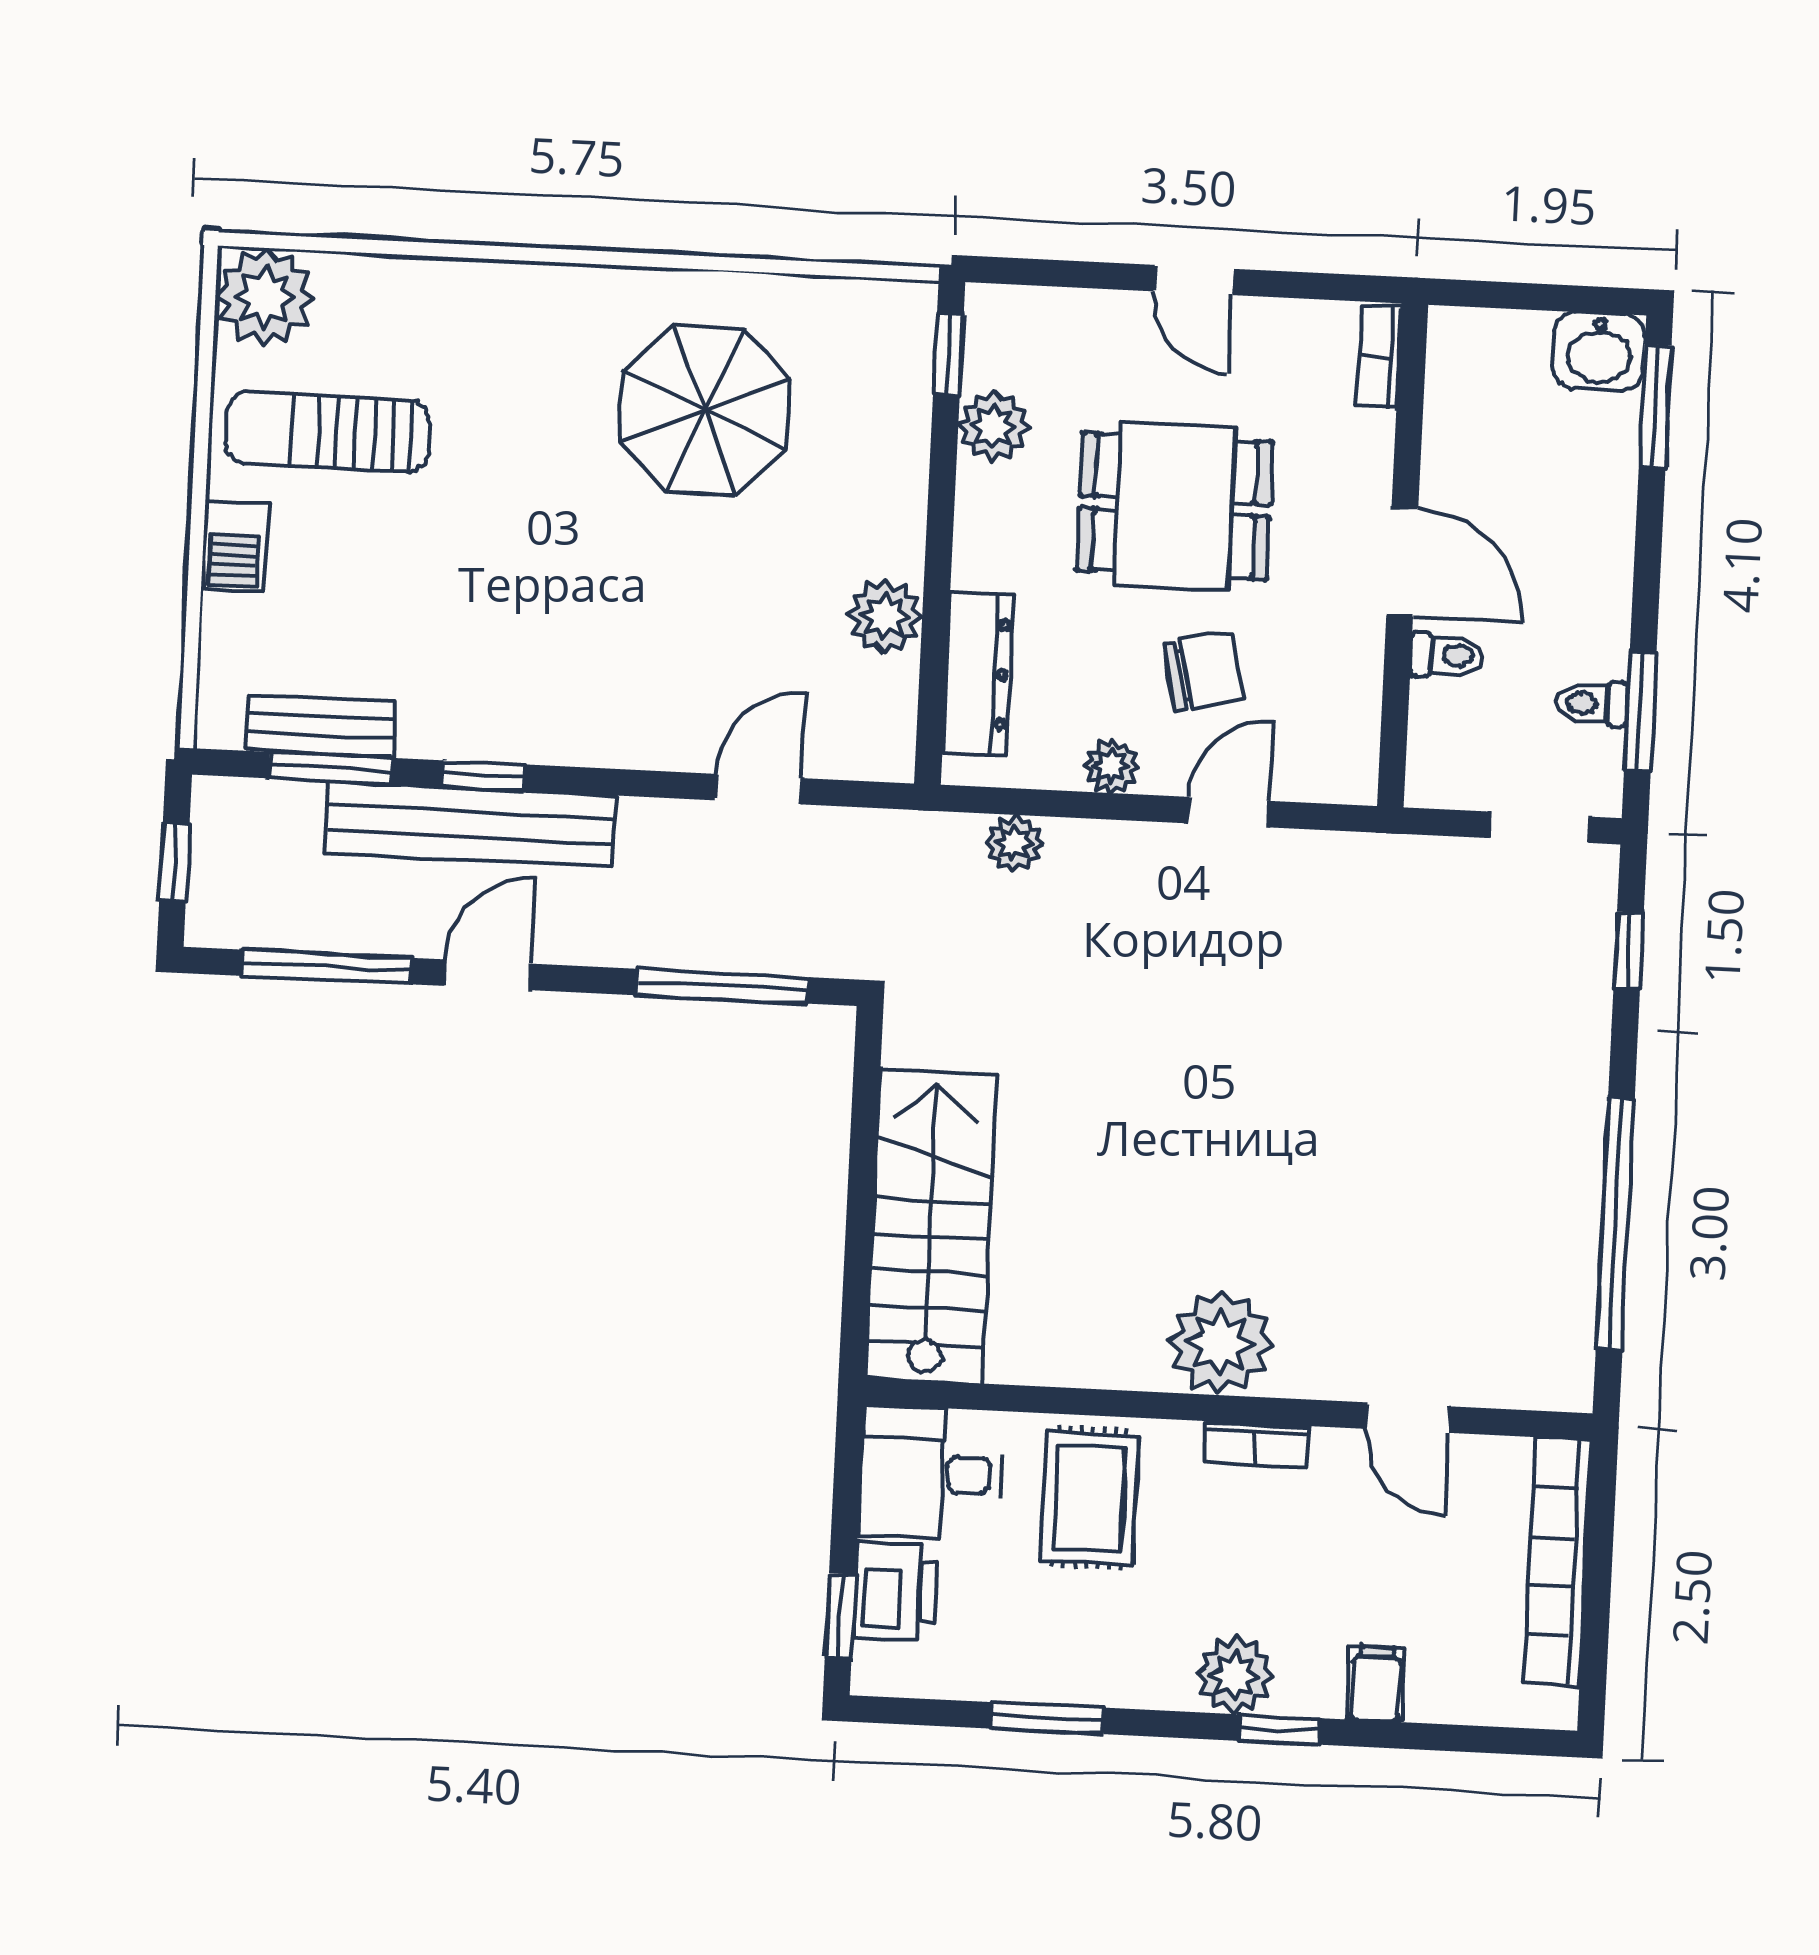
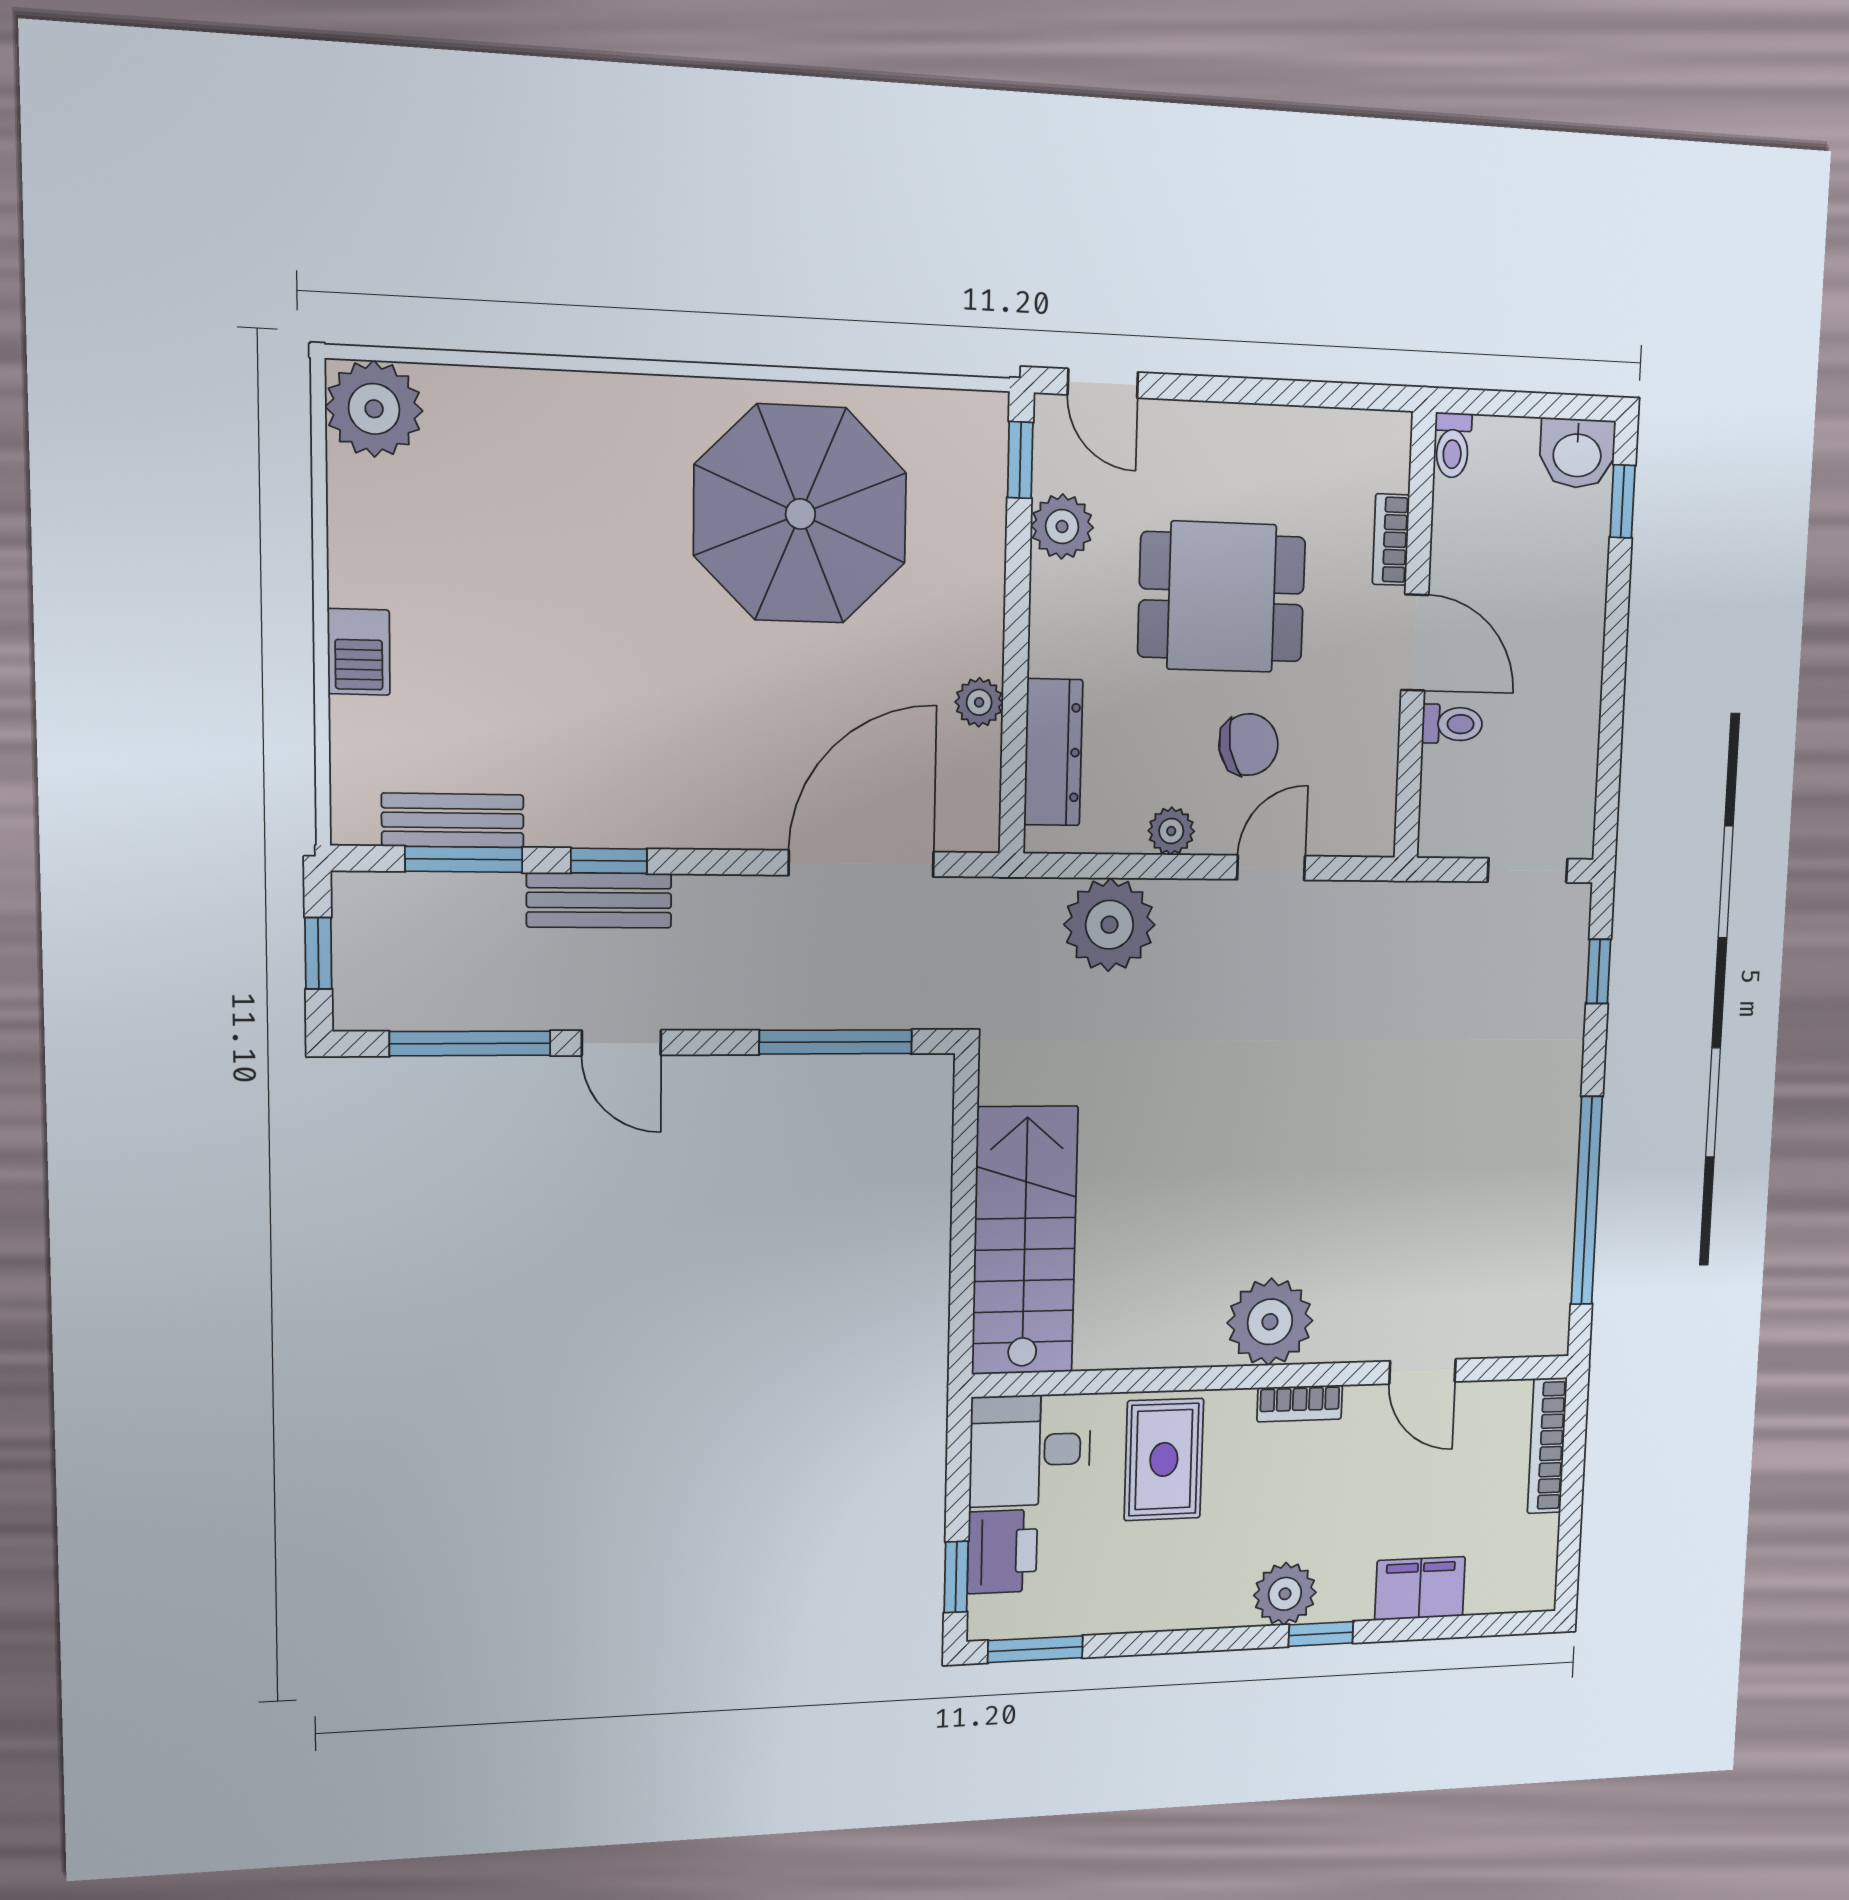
door: (1194, 280) -> (1103, 383), moved
bookcase: (1379, 357) -> (1391, 540), moved
window: (1655, 406) -> (1623, 501), width x0.67
parasol: (705, 410) -> (800, 514), width x1.36, depth x1.36
sun lounger: (328, 432) -> (444, 540), removed
plant: (885, 616) -> (979, 702), width x0.73, depth x0.73
toilet: (1592, 703) -> (1452, 445), moved, turned -90
window: (1640, 711) -> (1609, 767), removed
door: (758, 789) -> (861, 863), width x1.88
bench: (471, 824) -> (599, 900), width x0.54, depth x0.82
plant: (1014, 843) -> (1109, 925), width x1.88, depth x1.88
door: (488, 975) -> (621, 1043), swing flipped
bookcase: (1557, 1562) -> (1547, 1446), width x0.68, depth x0.76
filing cabinet: (1376, 1684) -> (1420, 1588), width x2.00
window: (1048, 1718) -> (1035, 1649), moved

